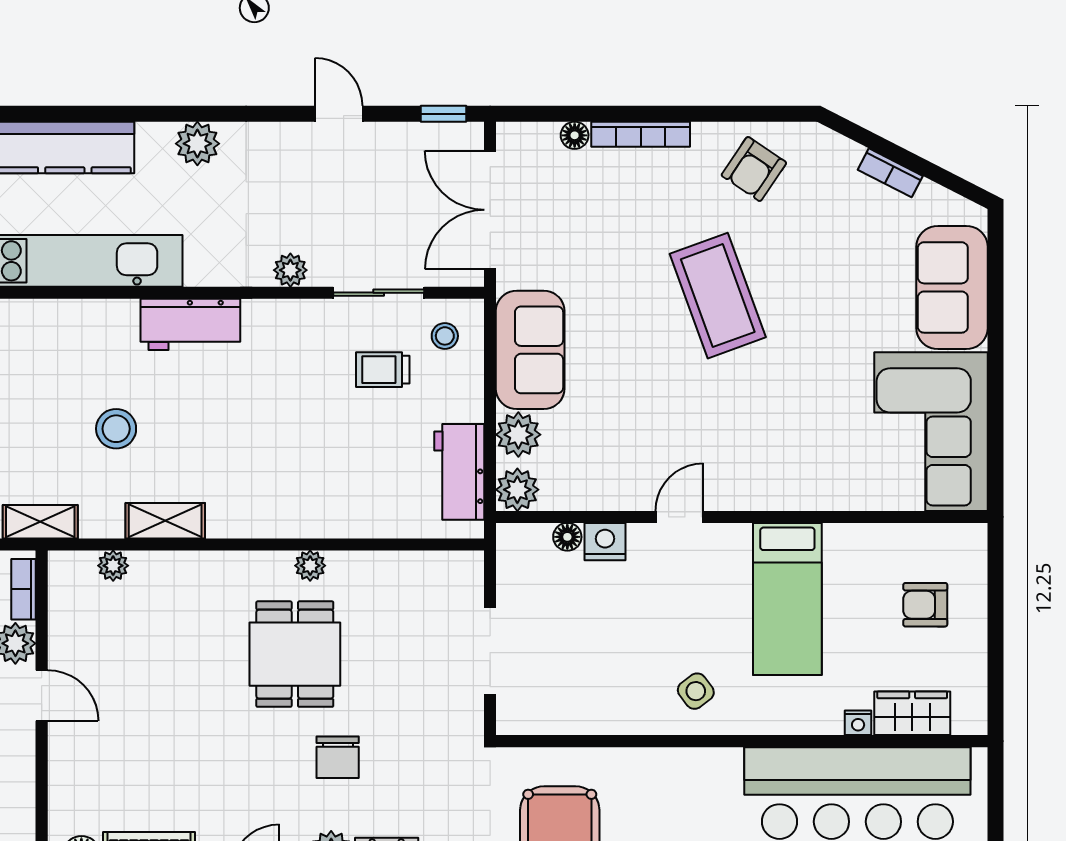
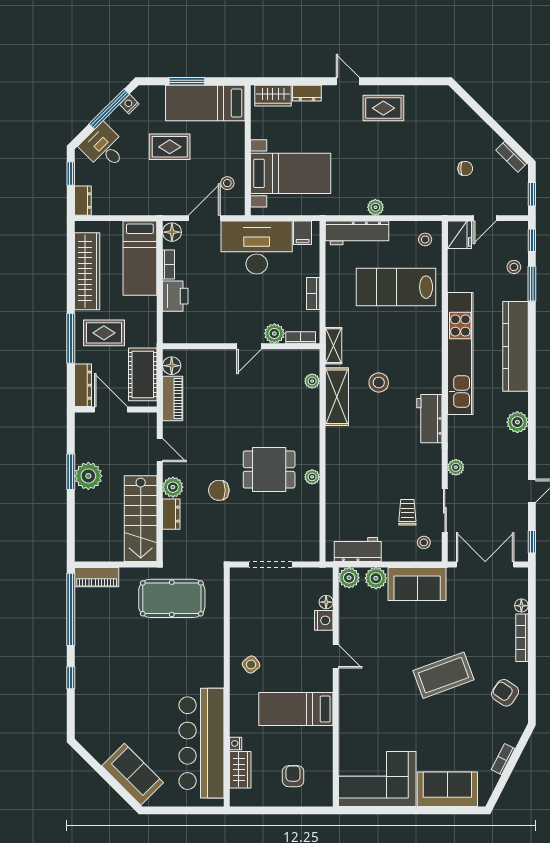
shelving: (165, 521) -> (337, 397), width x1.50, depth x1.33

